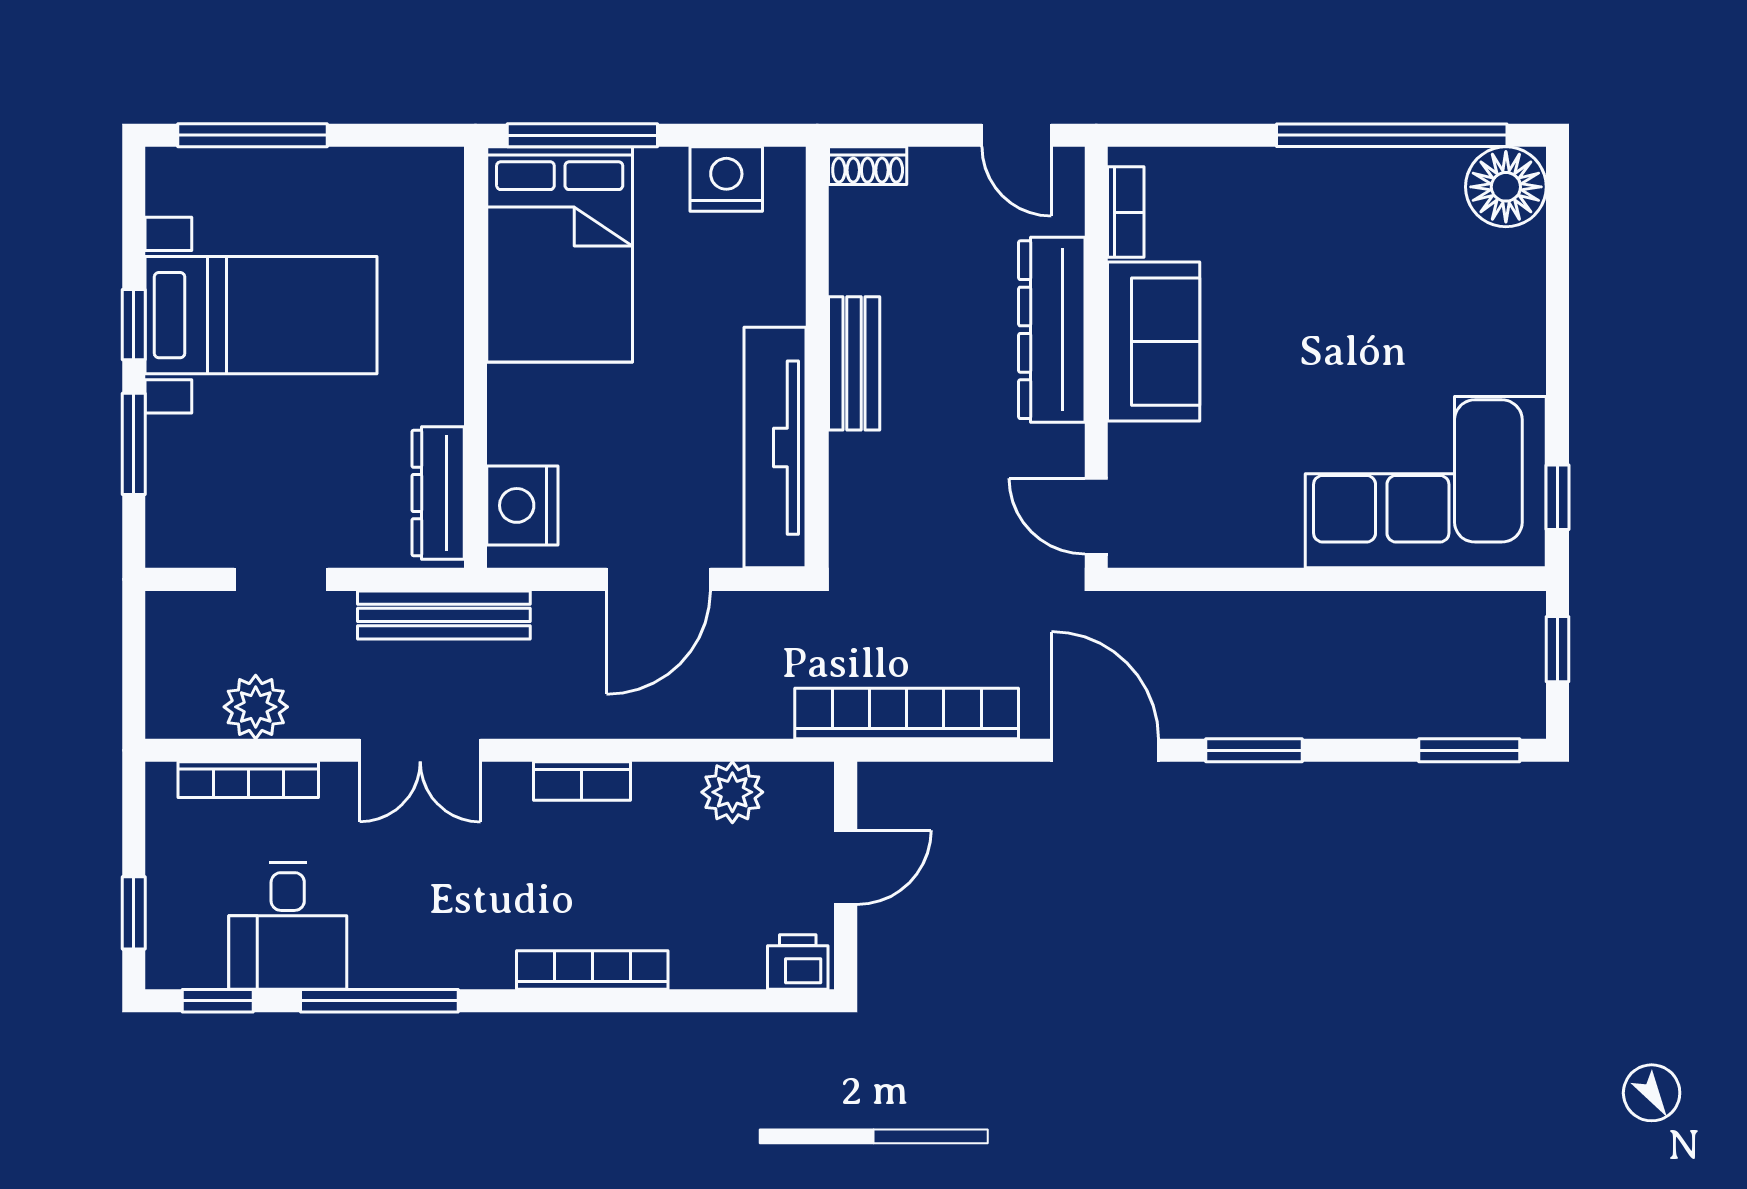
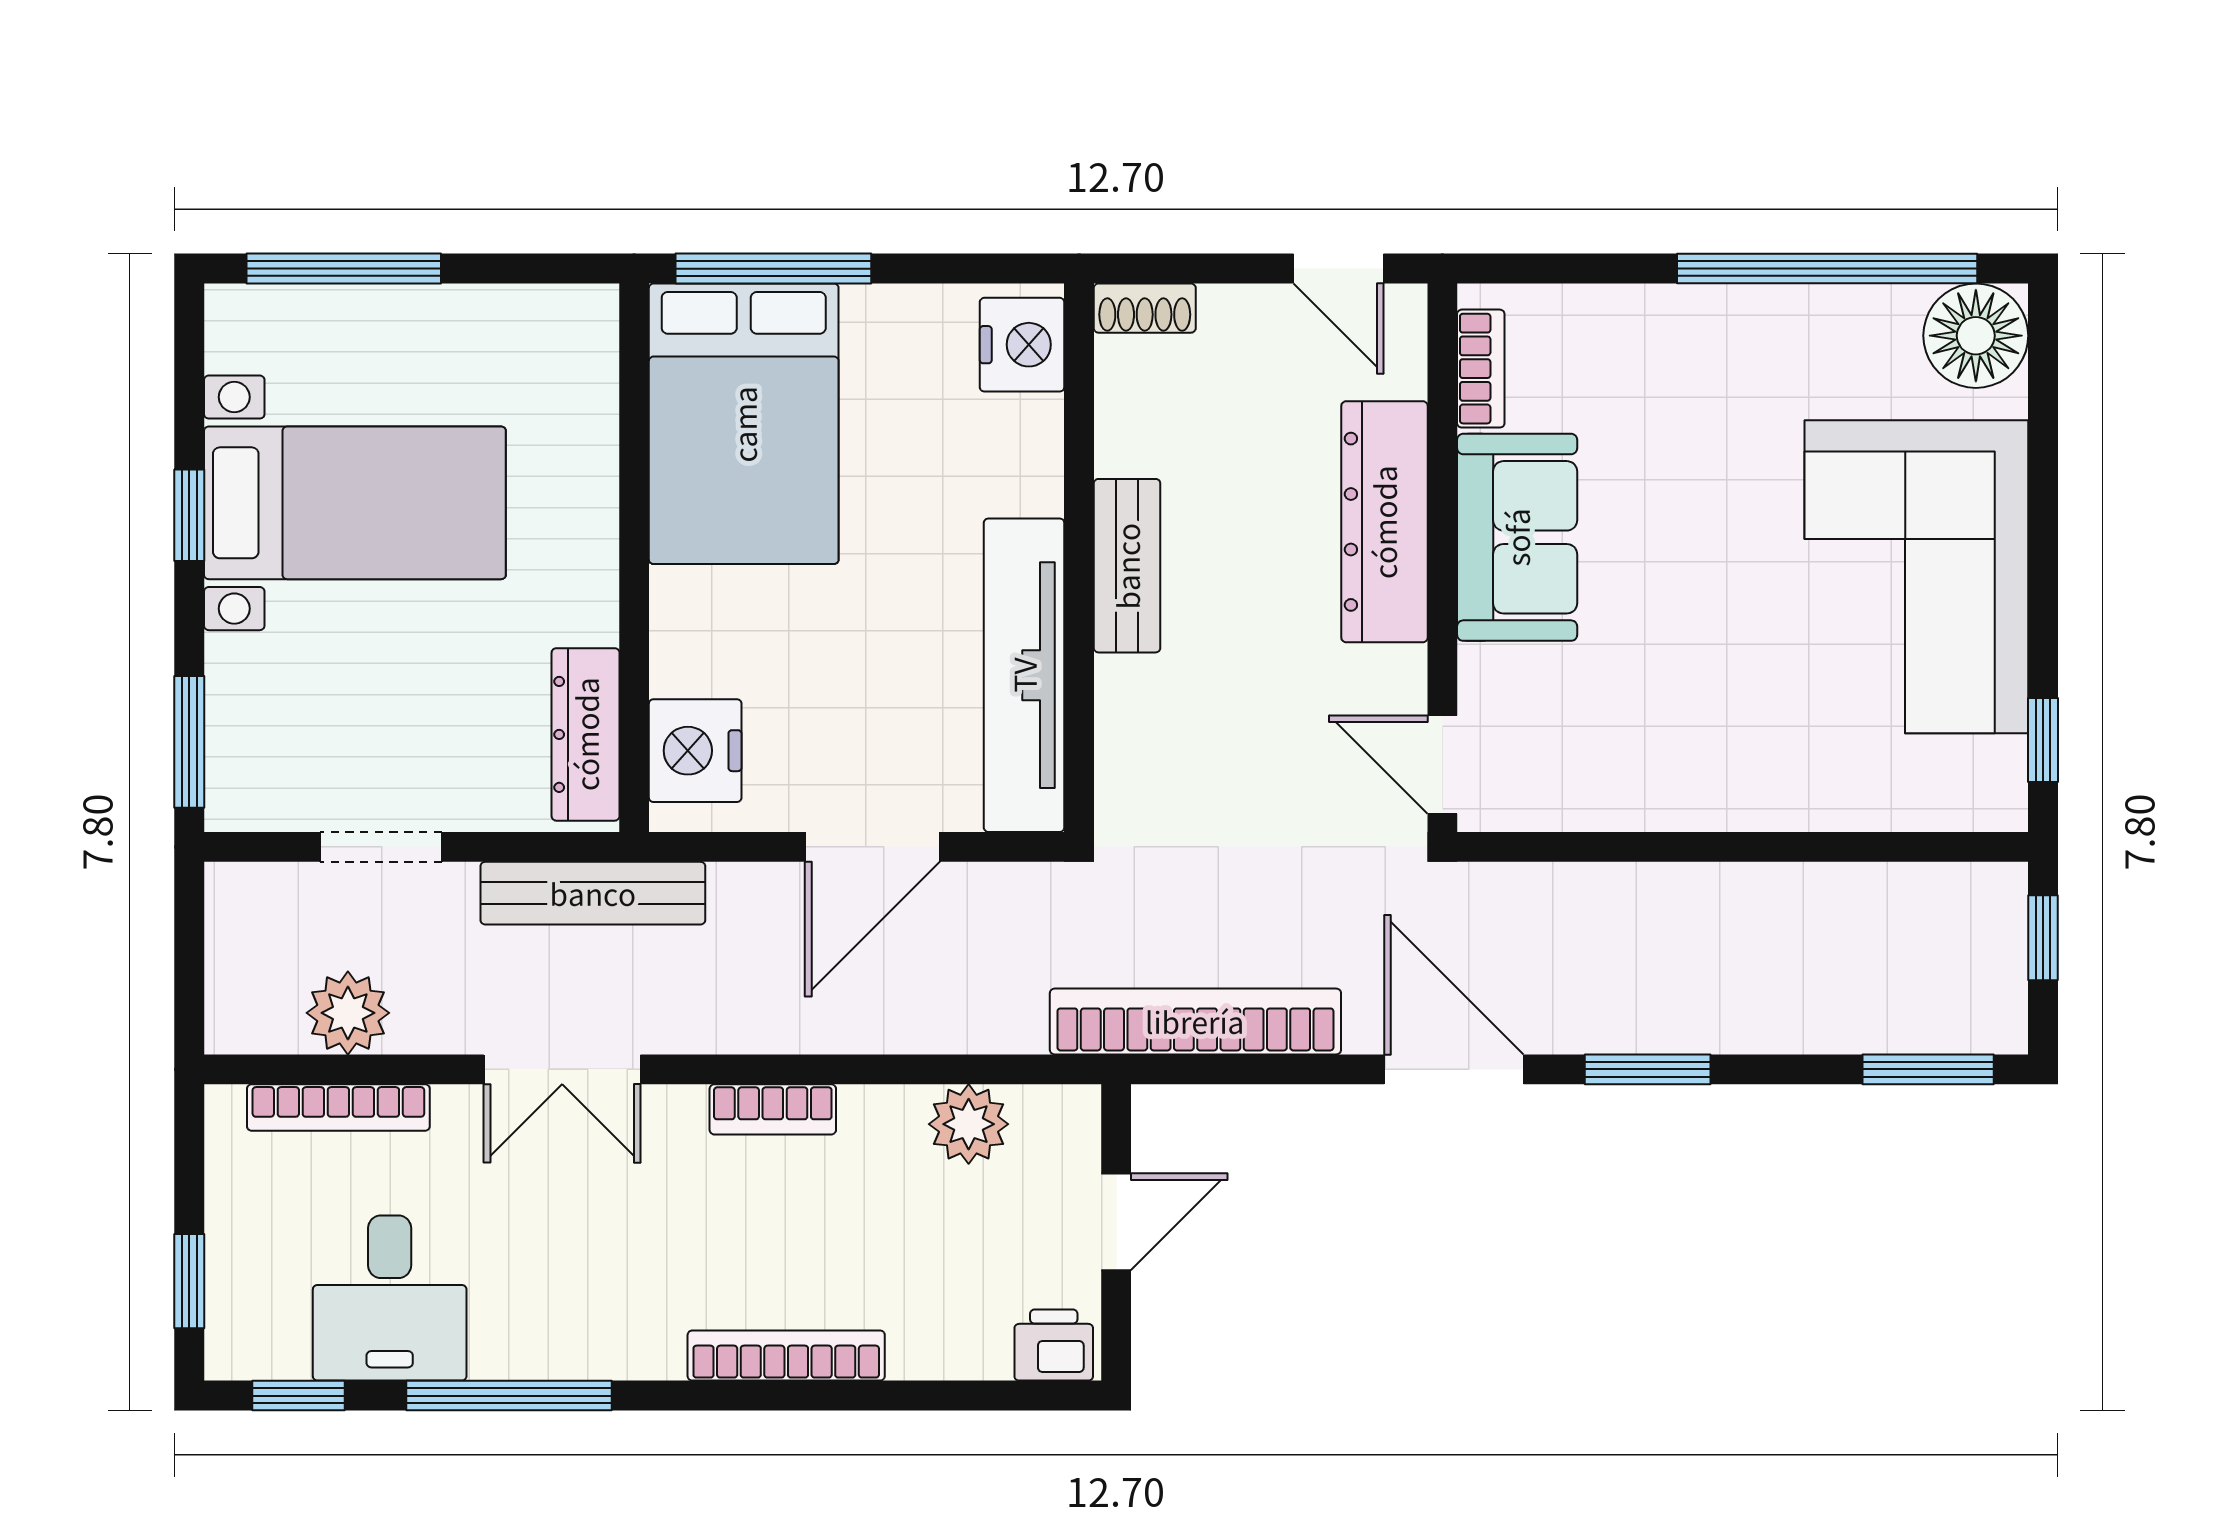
nightstand: (726, 179) -> (1022, 345), moved, turned 90
window: (134, 444) -> (189, 742), moved
corner sofa: (1426, 482) -> (1916, 577), moved, turned -90

